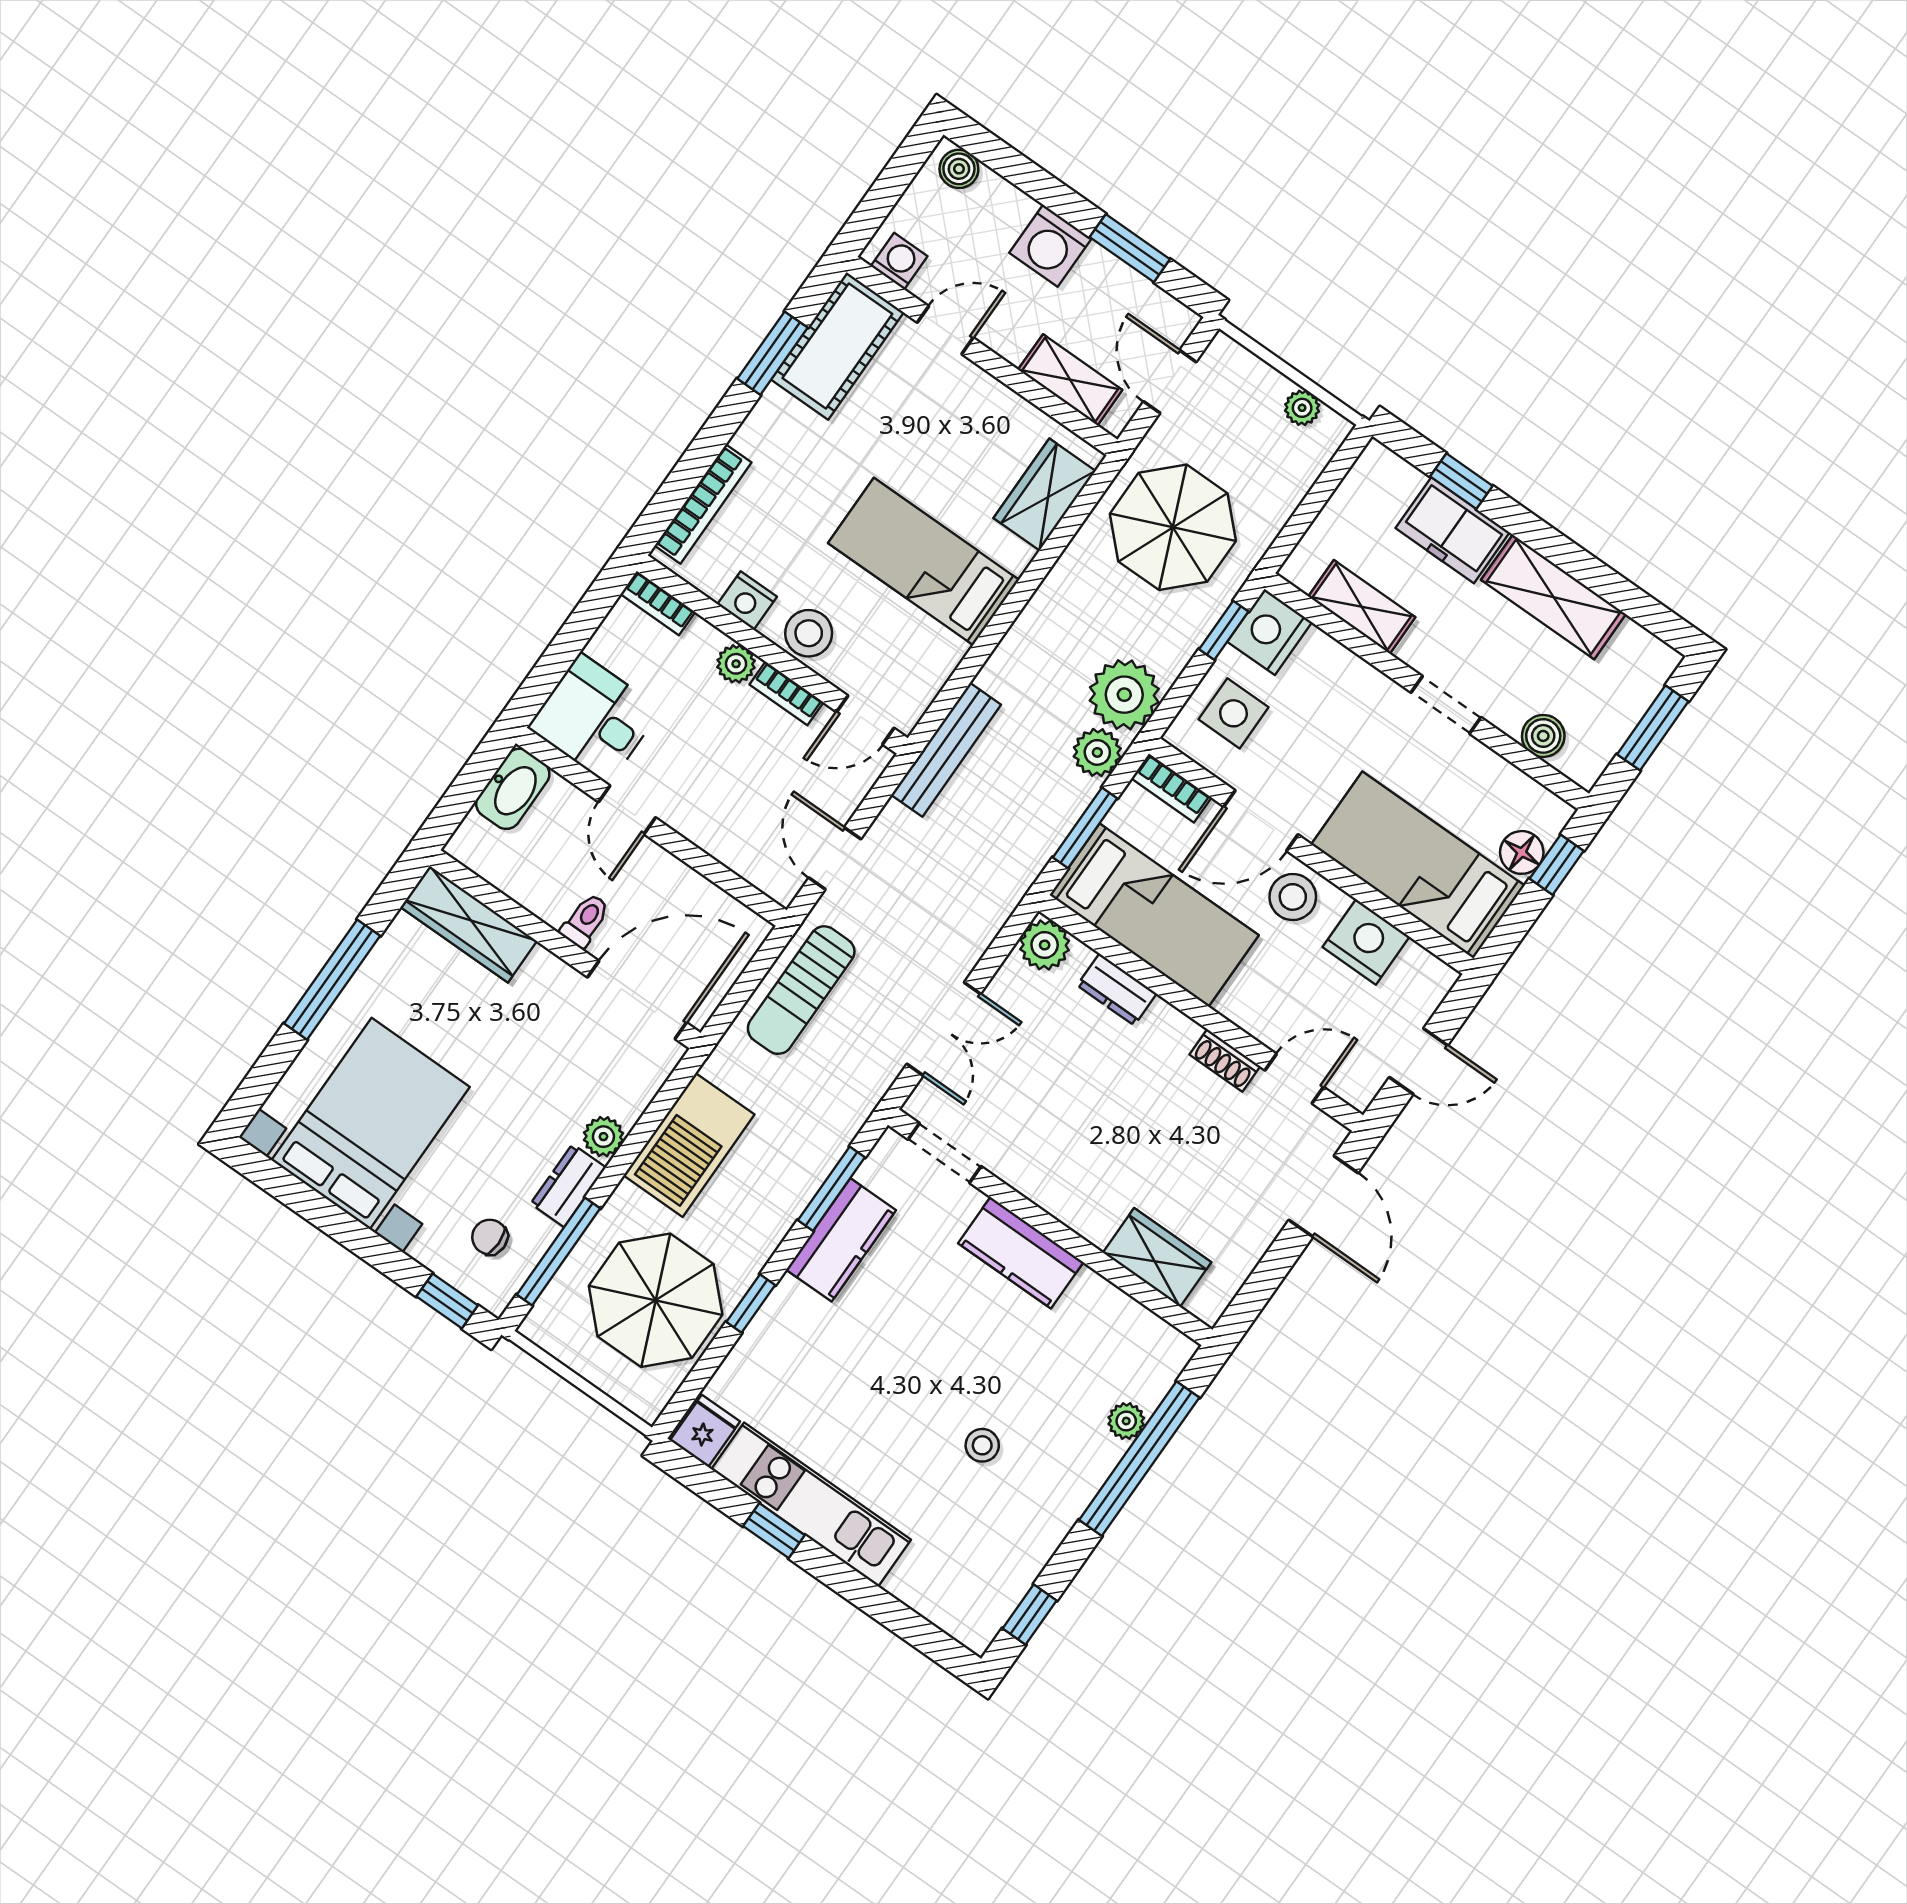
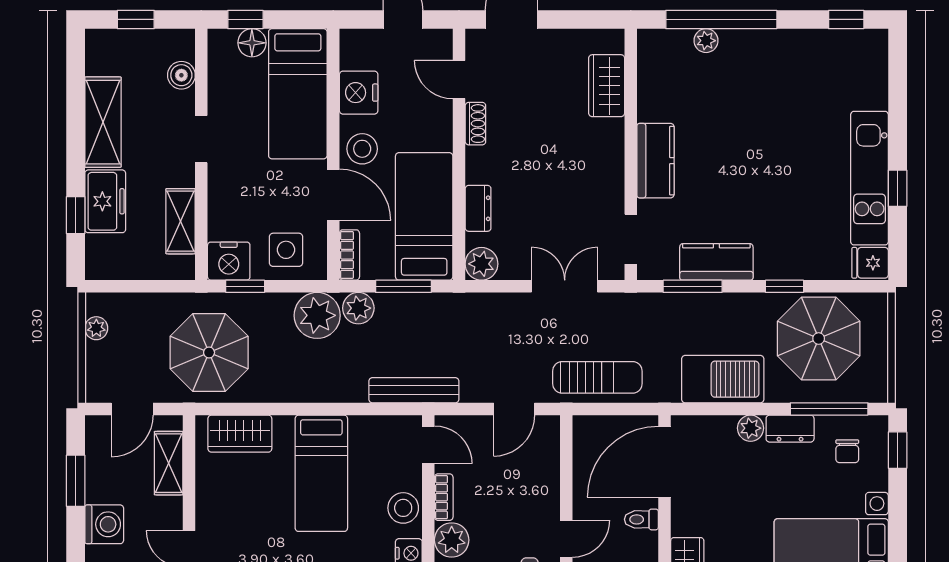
plant: (736, 664) -> (452, 540), width x1.38, depth x1.38
window: (1653, 728) -> (136, 19), width x0.67
door: (637, 1000) -> (664, 462), hinge flipped
stool: (982, 1445) -> (773, 109), removed

